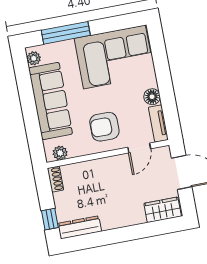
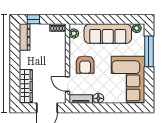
armchair: (104, 127) -> (85, 65), turned 180
wardrobe: (163, 210) -> (26, 86), width x1.50

